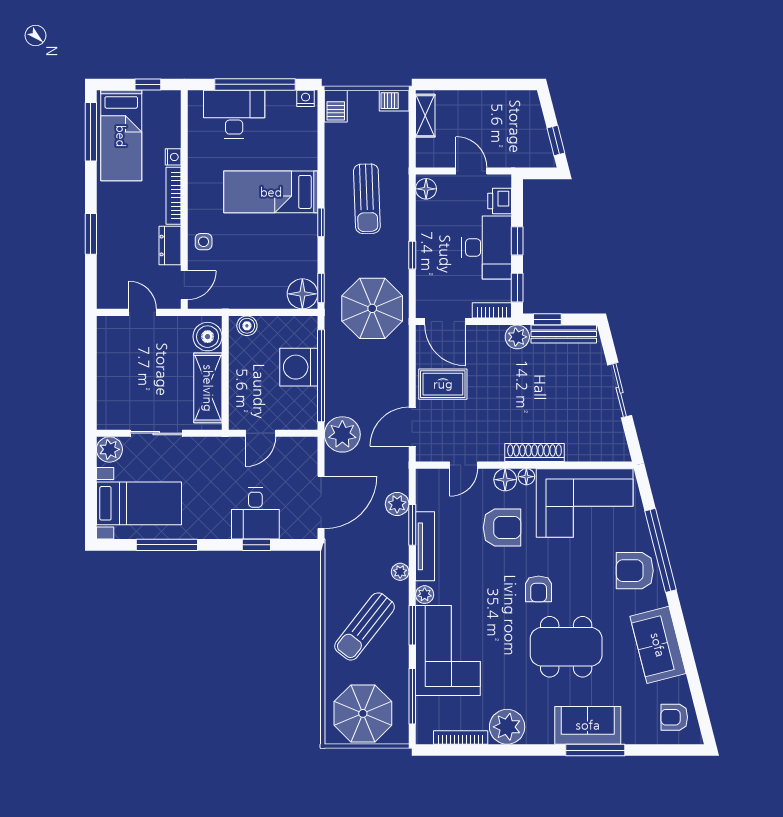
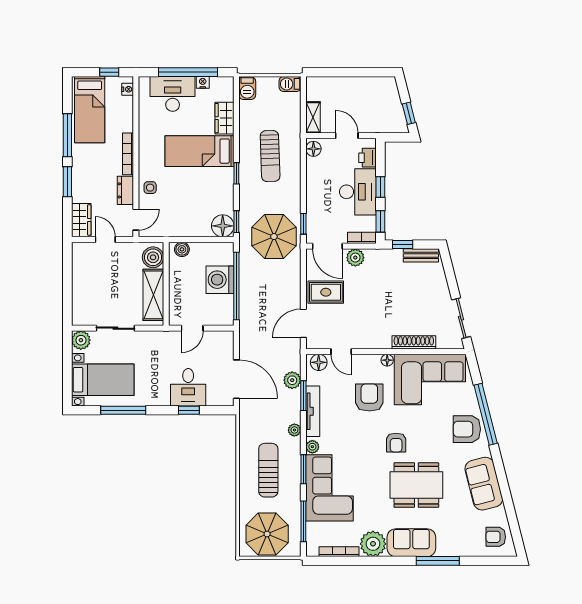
nightstand: (306, 98) -> (203, 82), moved
shelving: (425, 116) -> (313, 117), moved
window: (91, 132) -> (67, 135), moved
wardrobe: (305, 147) -> (225, 118), added
nightstand: (173, 157) -> (128, 89), moved
window: (412, 255) -> (303, 224), moved
wardrobe: (110, 286) -> (81, 220), added
bench: (564, 334) -> (421, 255), width x0.73
plant: (517, 337) -> (355, 258), moved
sliding door: (620, 390) -> (461, 318), moved
plant: (342, 434) -> (252, 329), removed
shoe rack: (535, 453) -> (414, 342), moved
door: (464, 465) -> (341, 352), hinge flipped
floor lamp: (505, 480) -> (319, 362), moved
door: (321, 502) -> (236, 379), hinge flipped
armchair: (502, 528) -> (369, 397), turned -90
sun lounger: (365, 626) -> (268, 470), turned 142
sofa: (588, 725) -> (411, 543), moved

